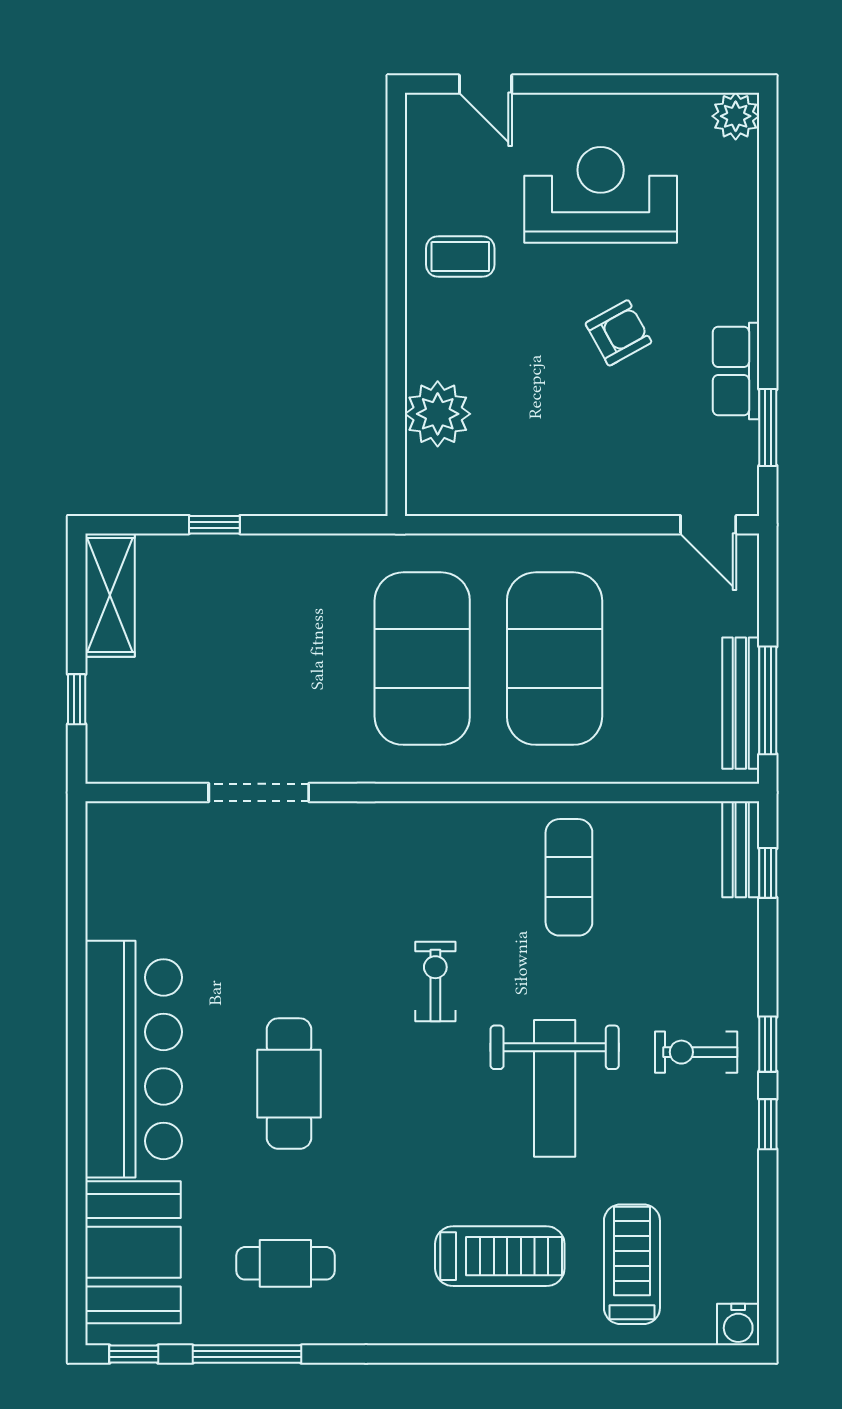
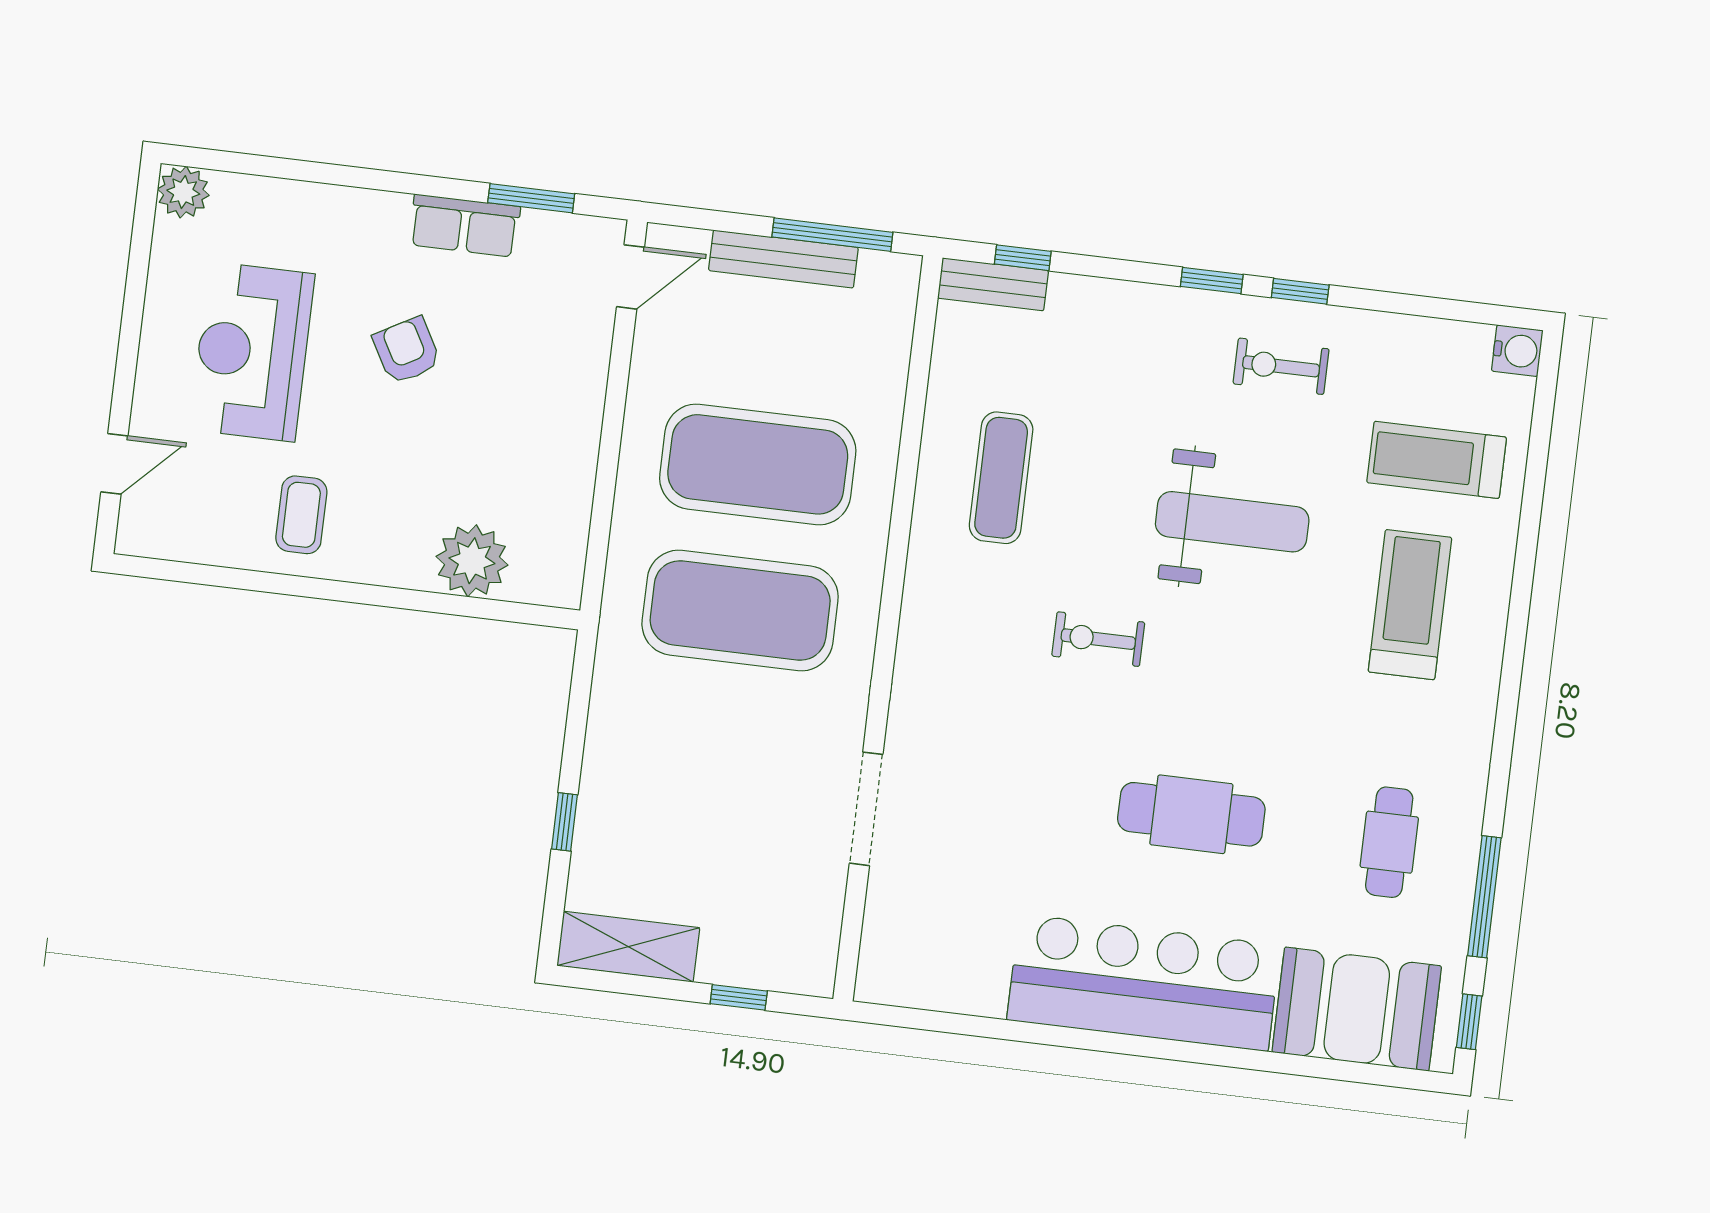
bench: (741, 703) -> (783, 259), moved
exercise mat: (569, 877) -> (1001, 478), turned 90
exercise bike: (696, 1052) -> (1281, 366), moved, turned 90

